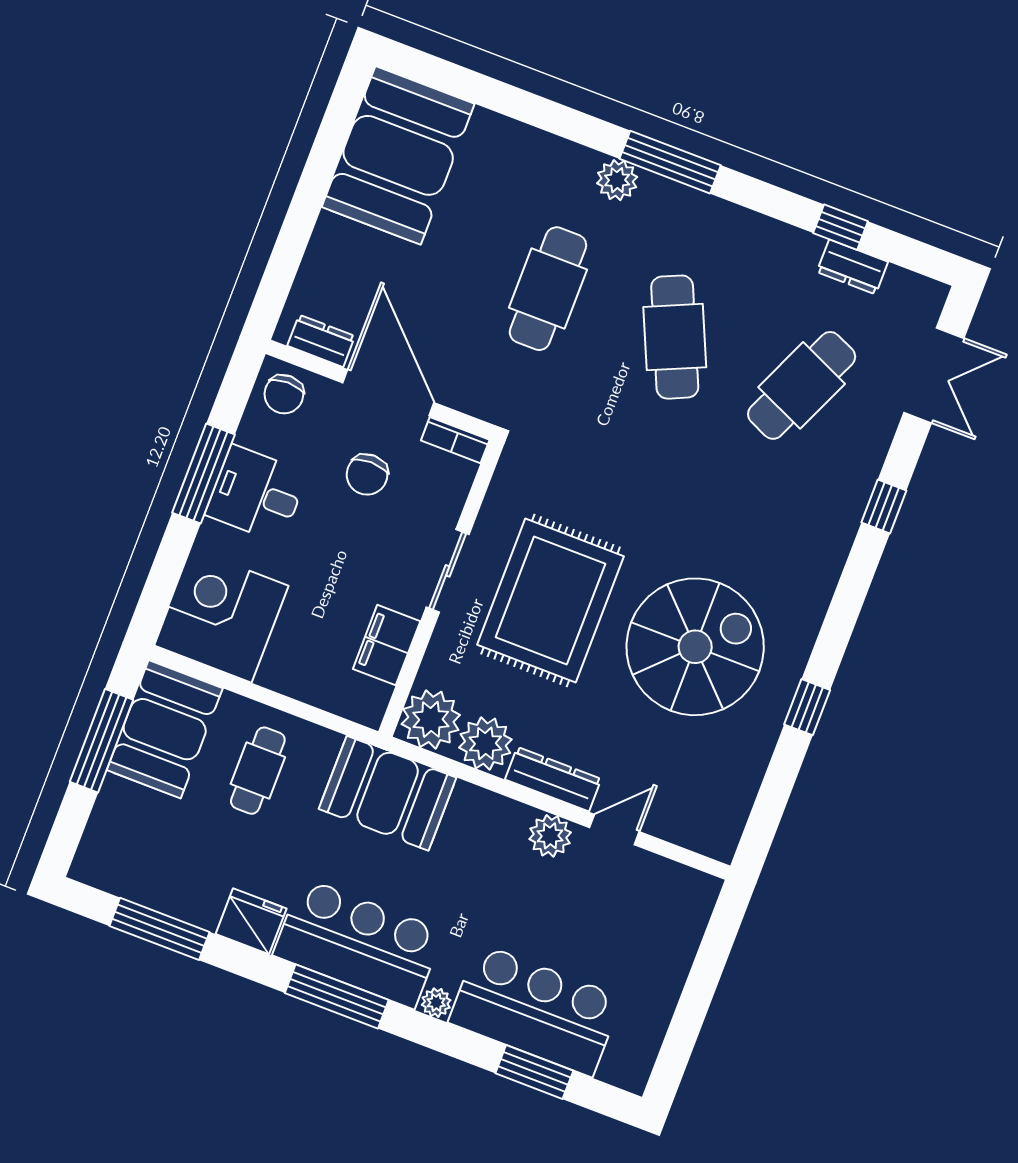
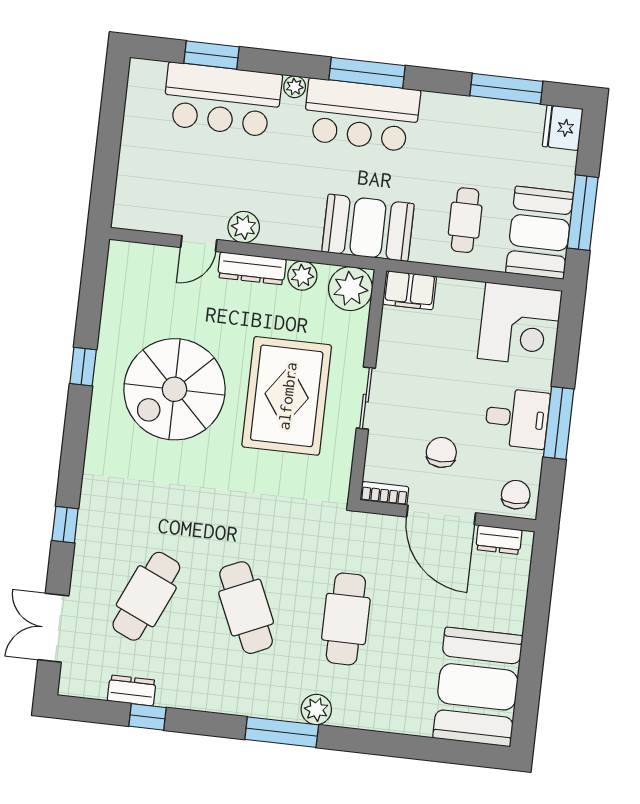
filing cabinet: (387, 645) -> (409, 290), moved, turned 90
plant: (485, 743) -> (302, 276), width x0.73, depth x0.73
fridge: (251, 921) -> (563, 128), moved, turned 90

